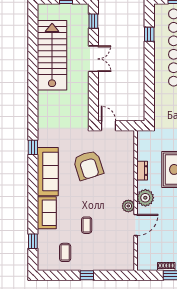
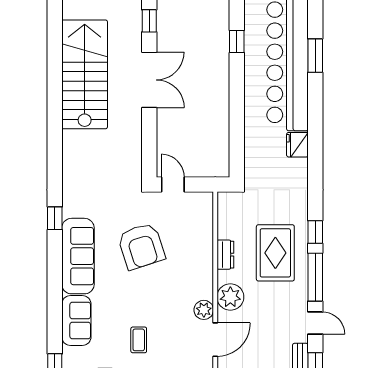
double door: (93, 59) -> (149, 80), width x1.37

